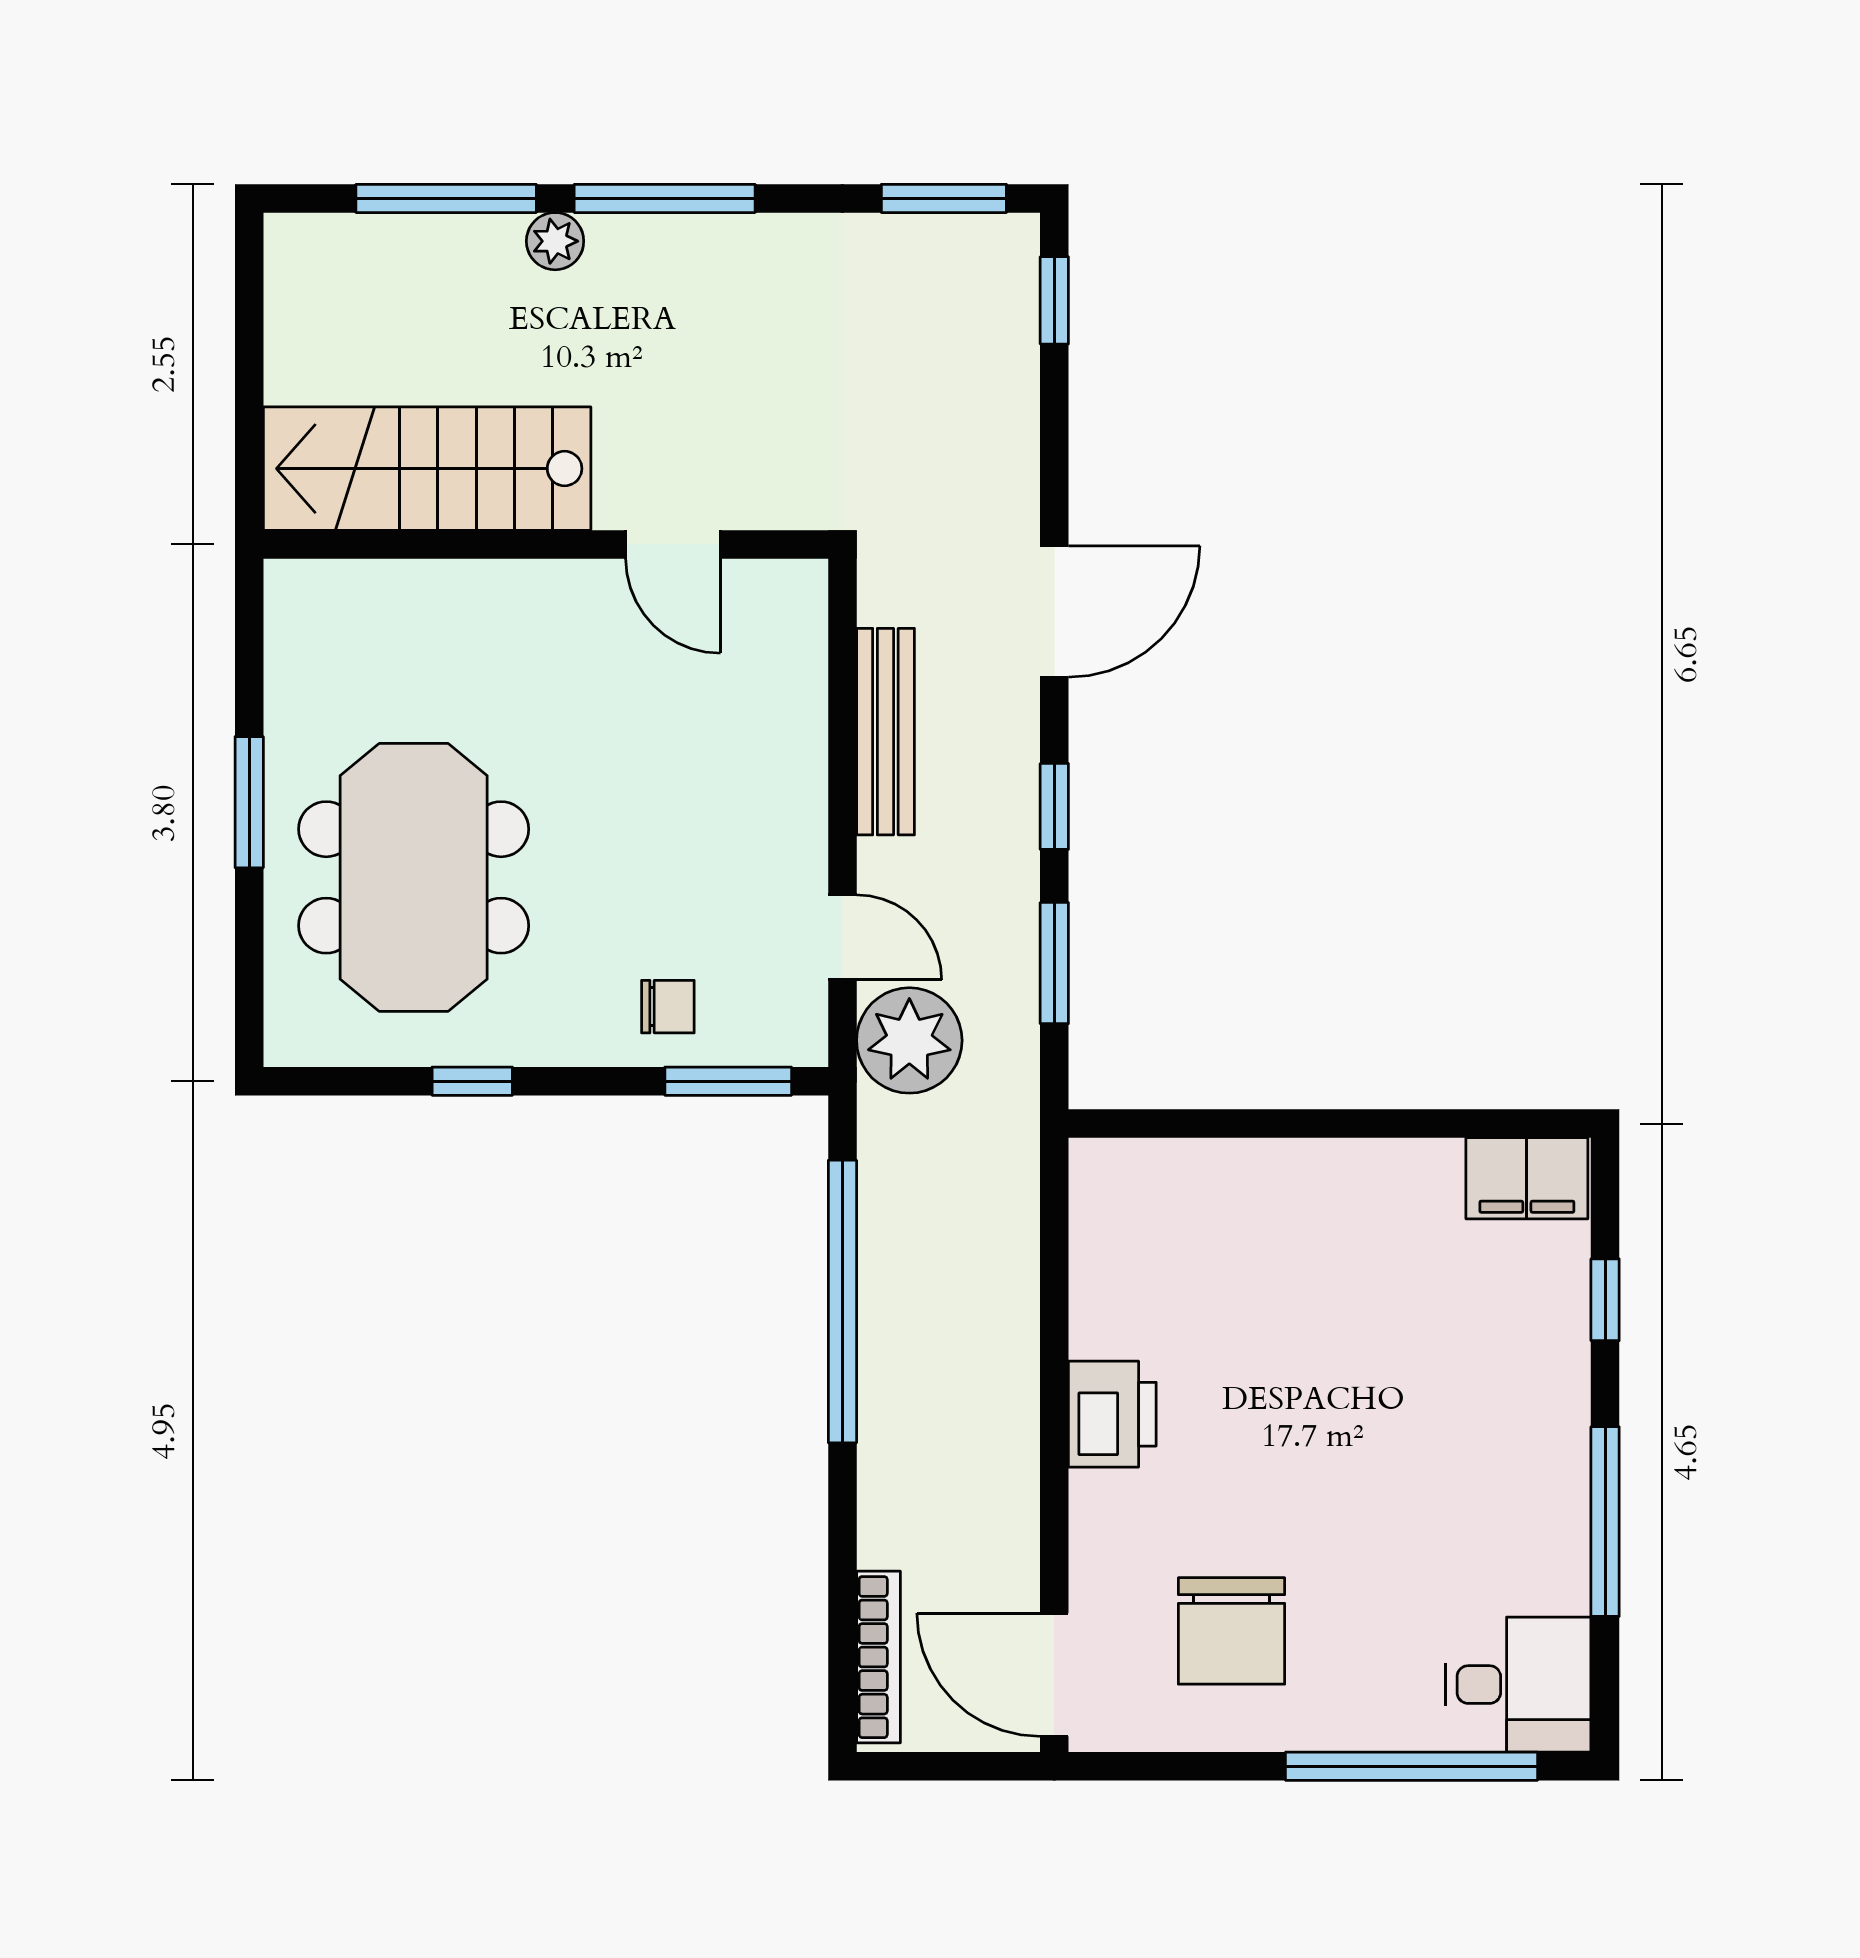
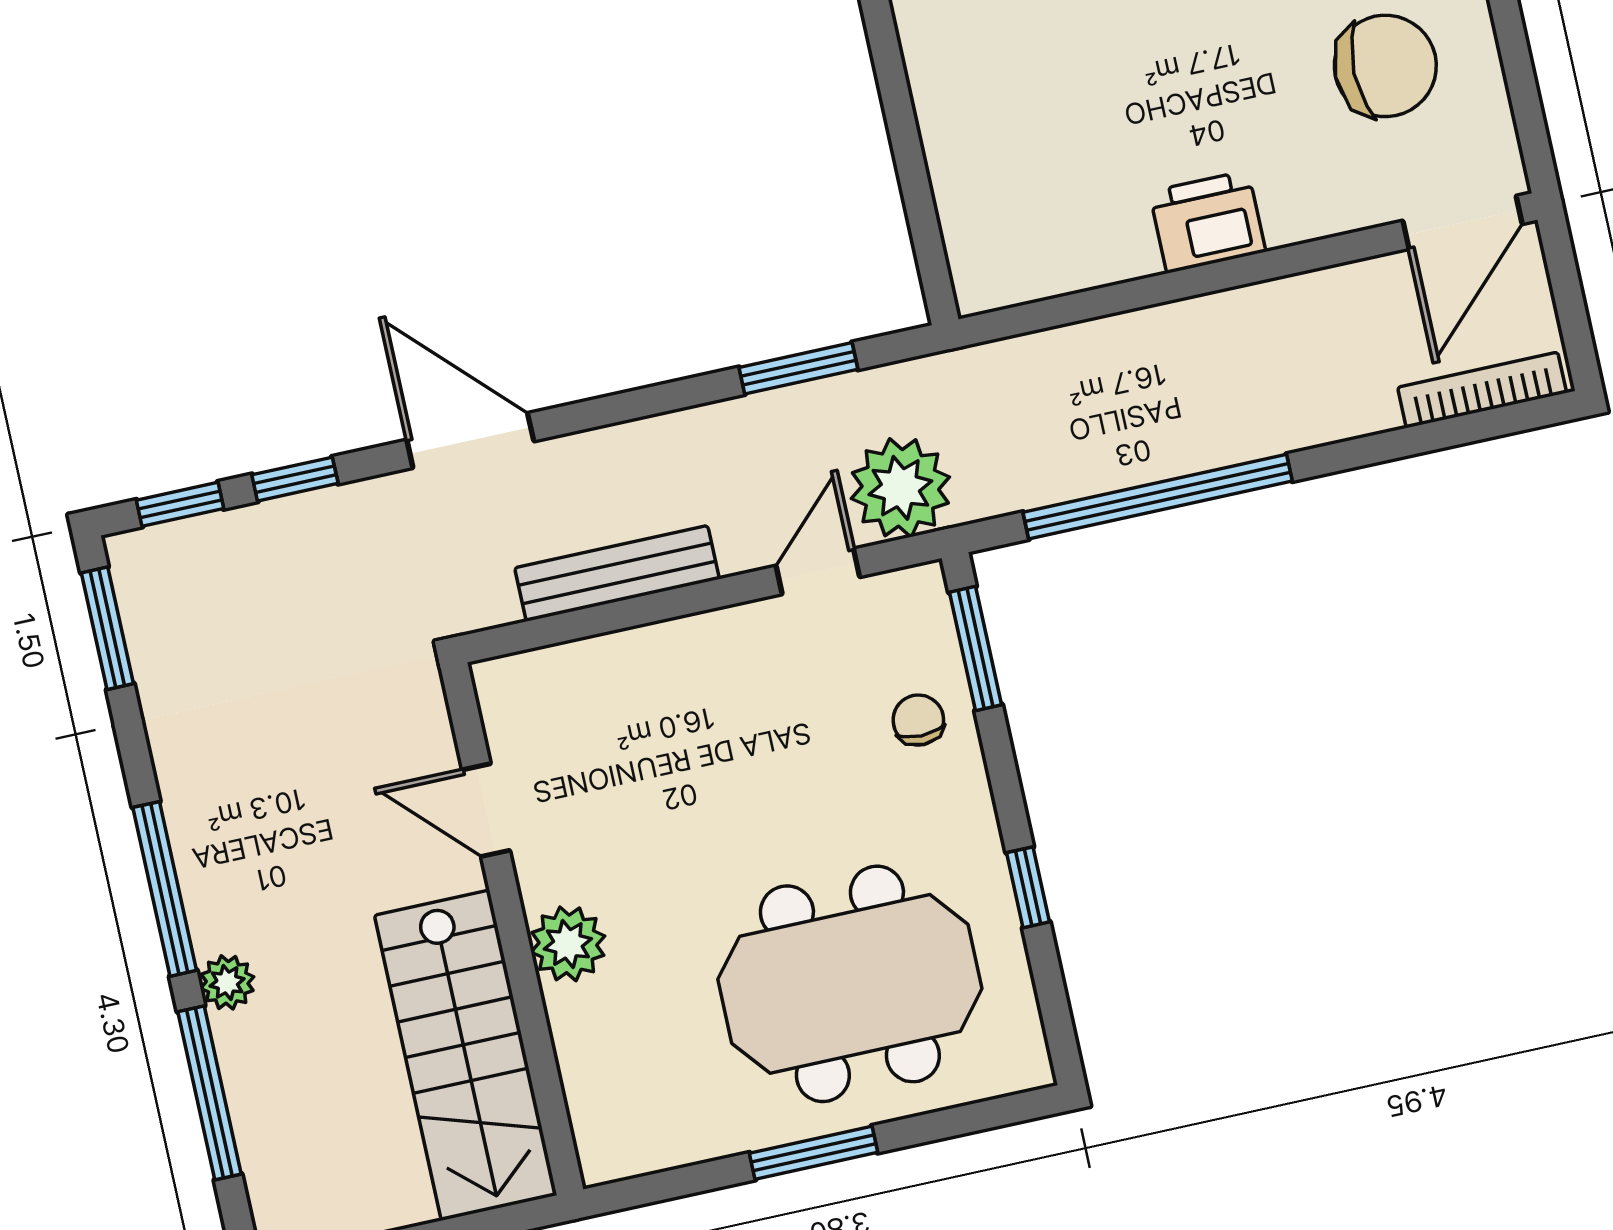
door: (673, 544) -> (486, 810), swing flipped
plant: (518, 598) -> (568, 944), added
window: (1054, 806) -> (295, 479), moved

